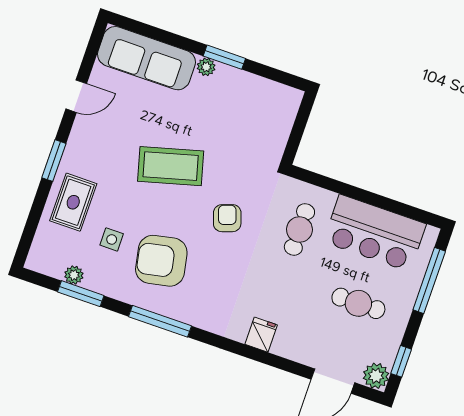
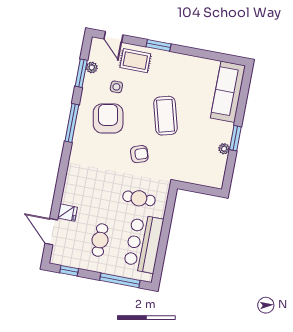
plant: (206, 67) -> (224, 149), moved
door: (76, 96) -> (113, 37), moved
fridge: (261, 335) -> (67, 213), moved
plant: (376, 376) -> (58, 257), removed

